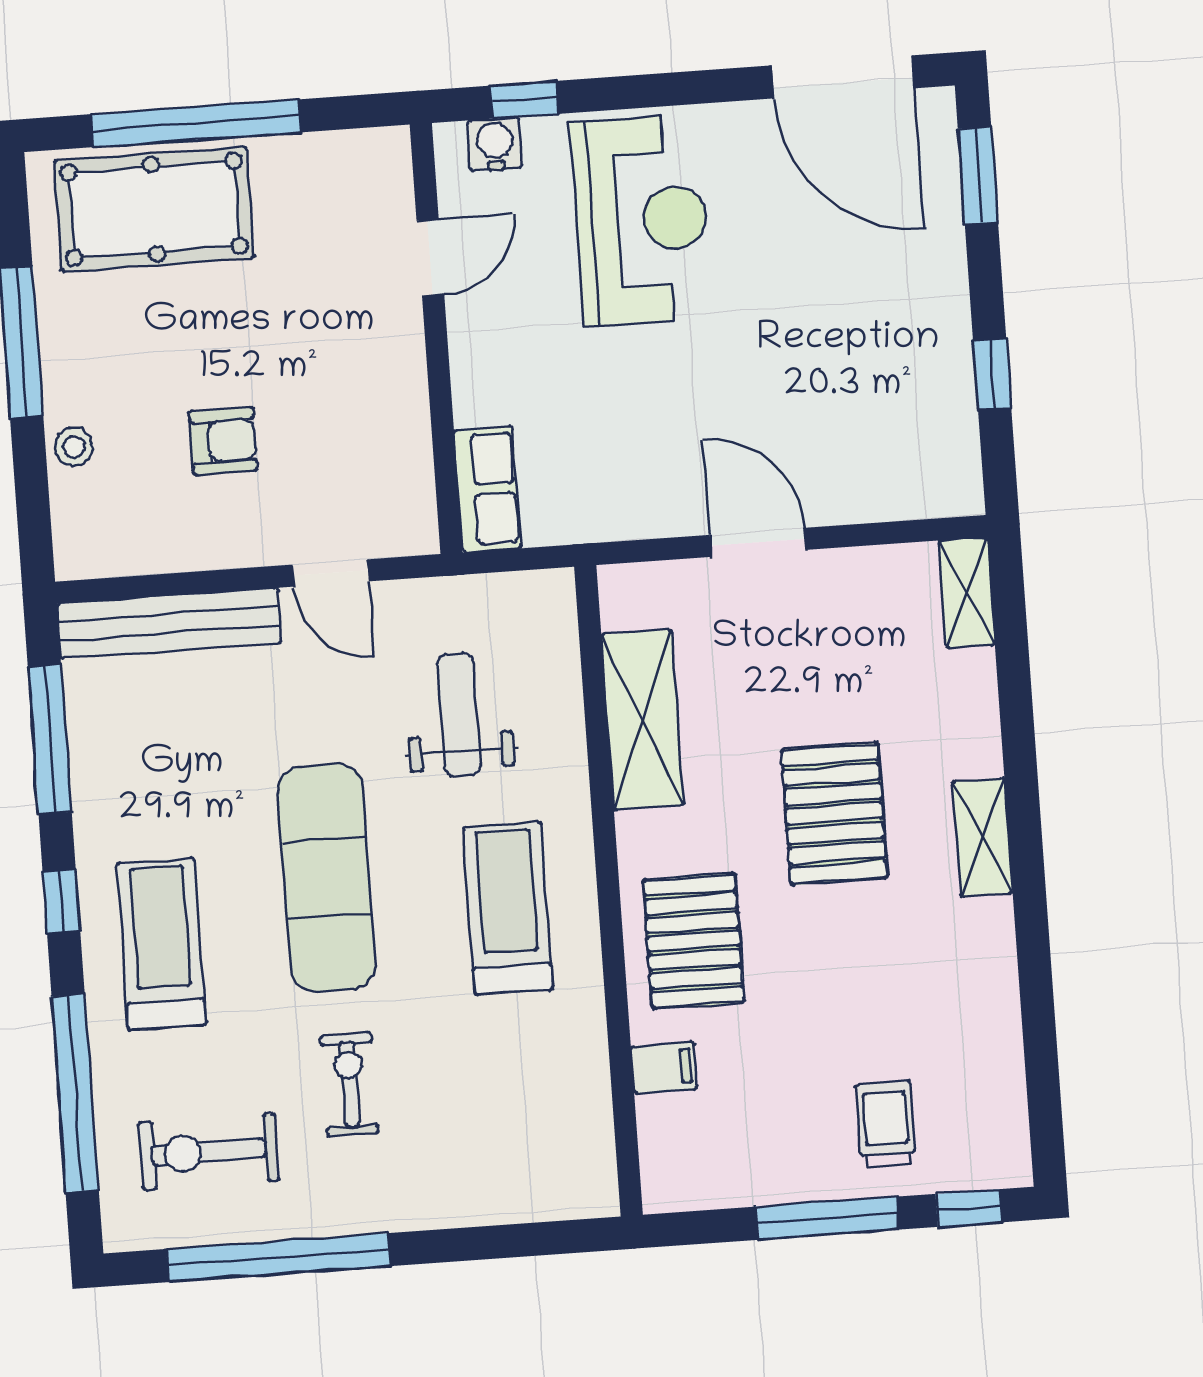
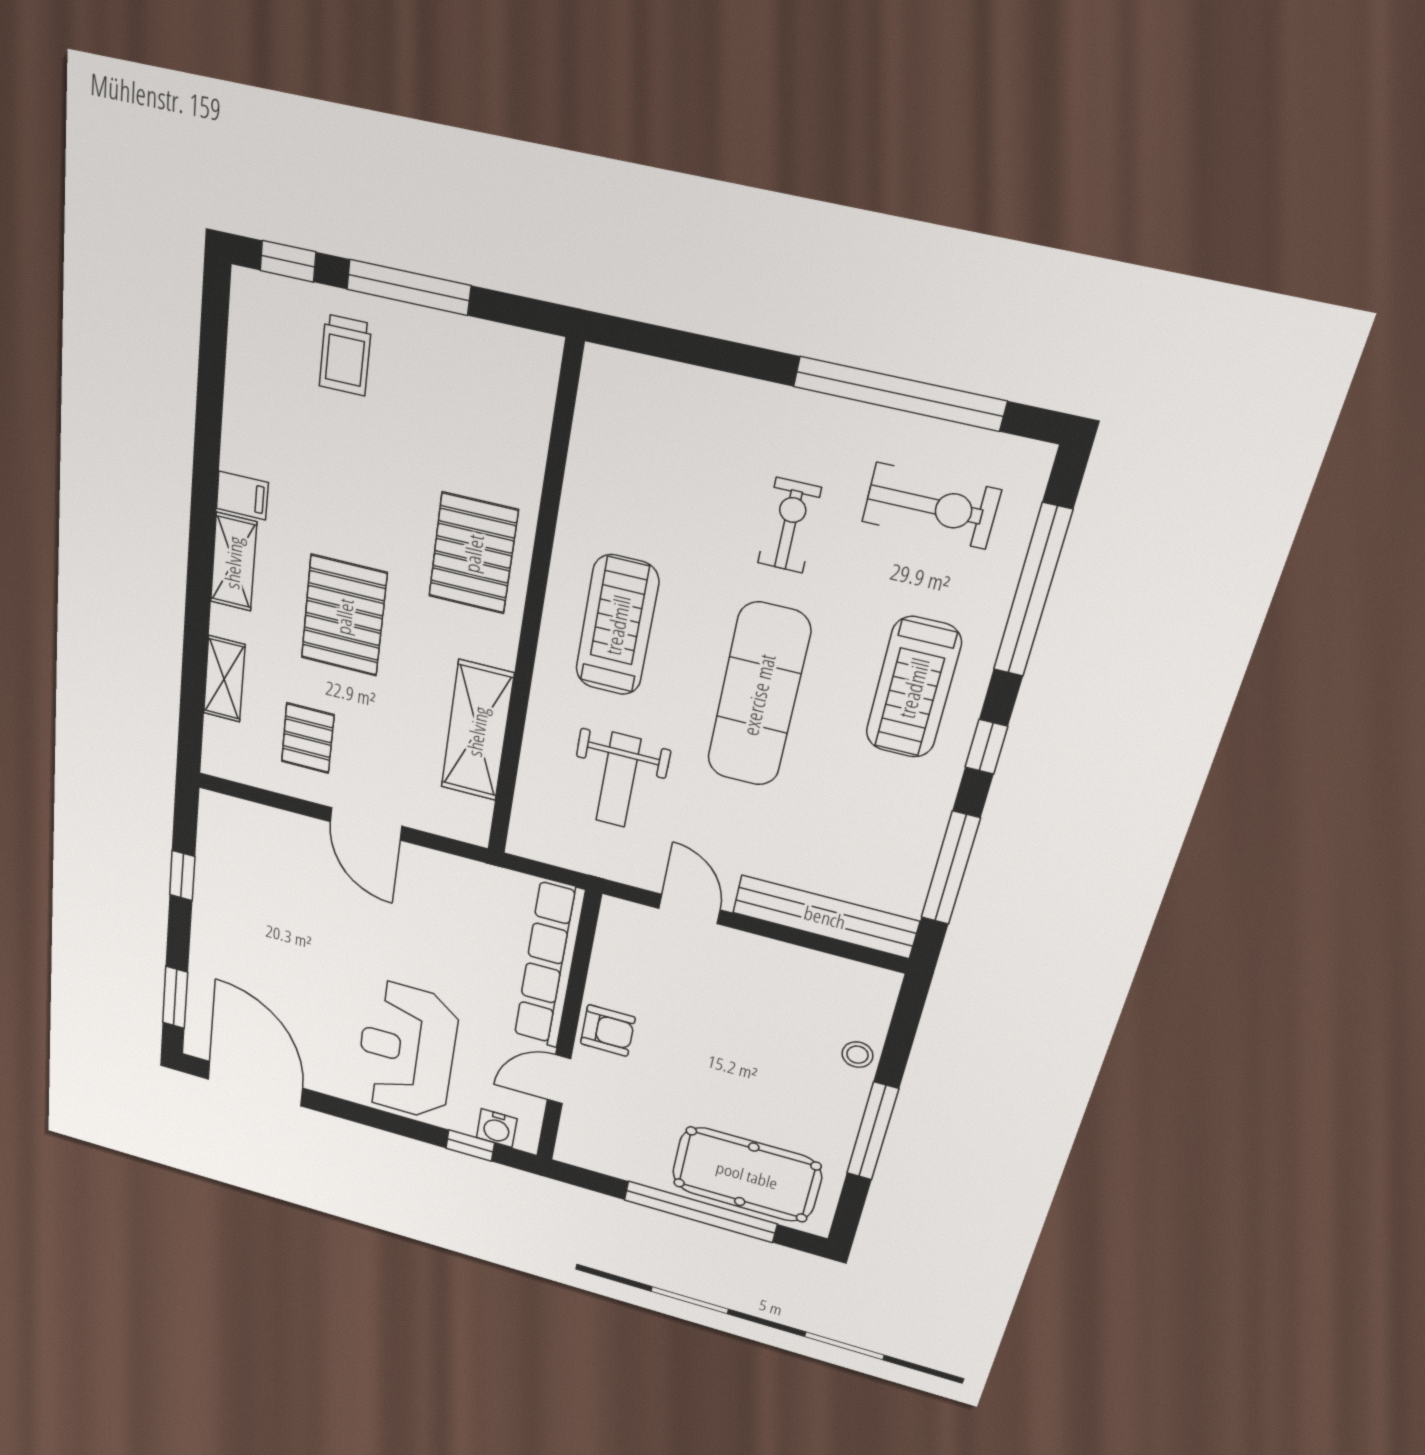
armchair: (223, 441) -> (608, 1031), moved, turned 180
row of seats: (487, 489) -> (549, 965), width x2.02
shelving: (967, 593) -> (224, 679), moved
pallet: (853, 636) -> (308, 738), added
treadmill: (508, 908) -> (617, 625), turned 180
filing cabinet: (664, 1068) -> (242, 496), moved, turned 180
exercise bike: (349, 1084) -> (789, 525), turned 180

